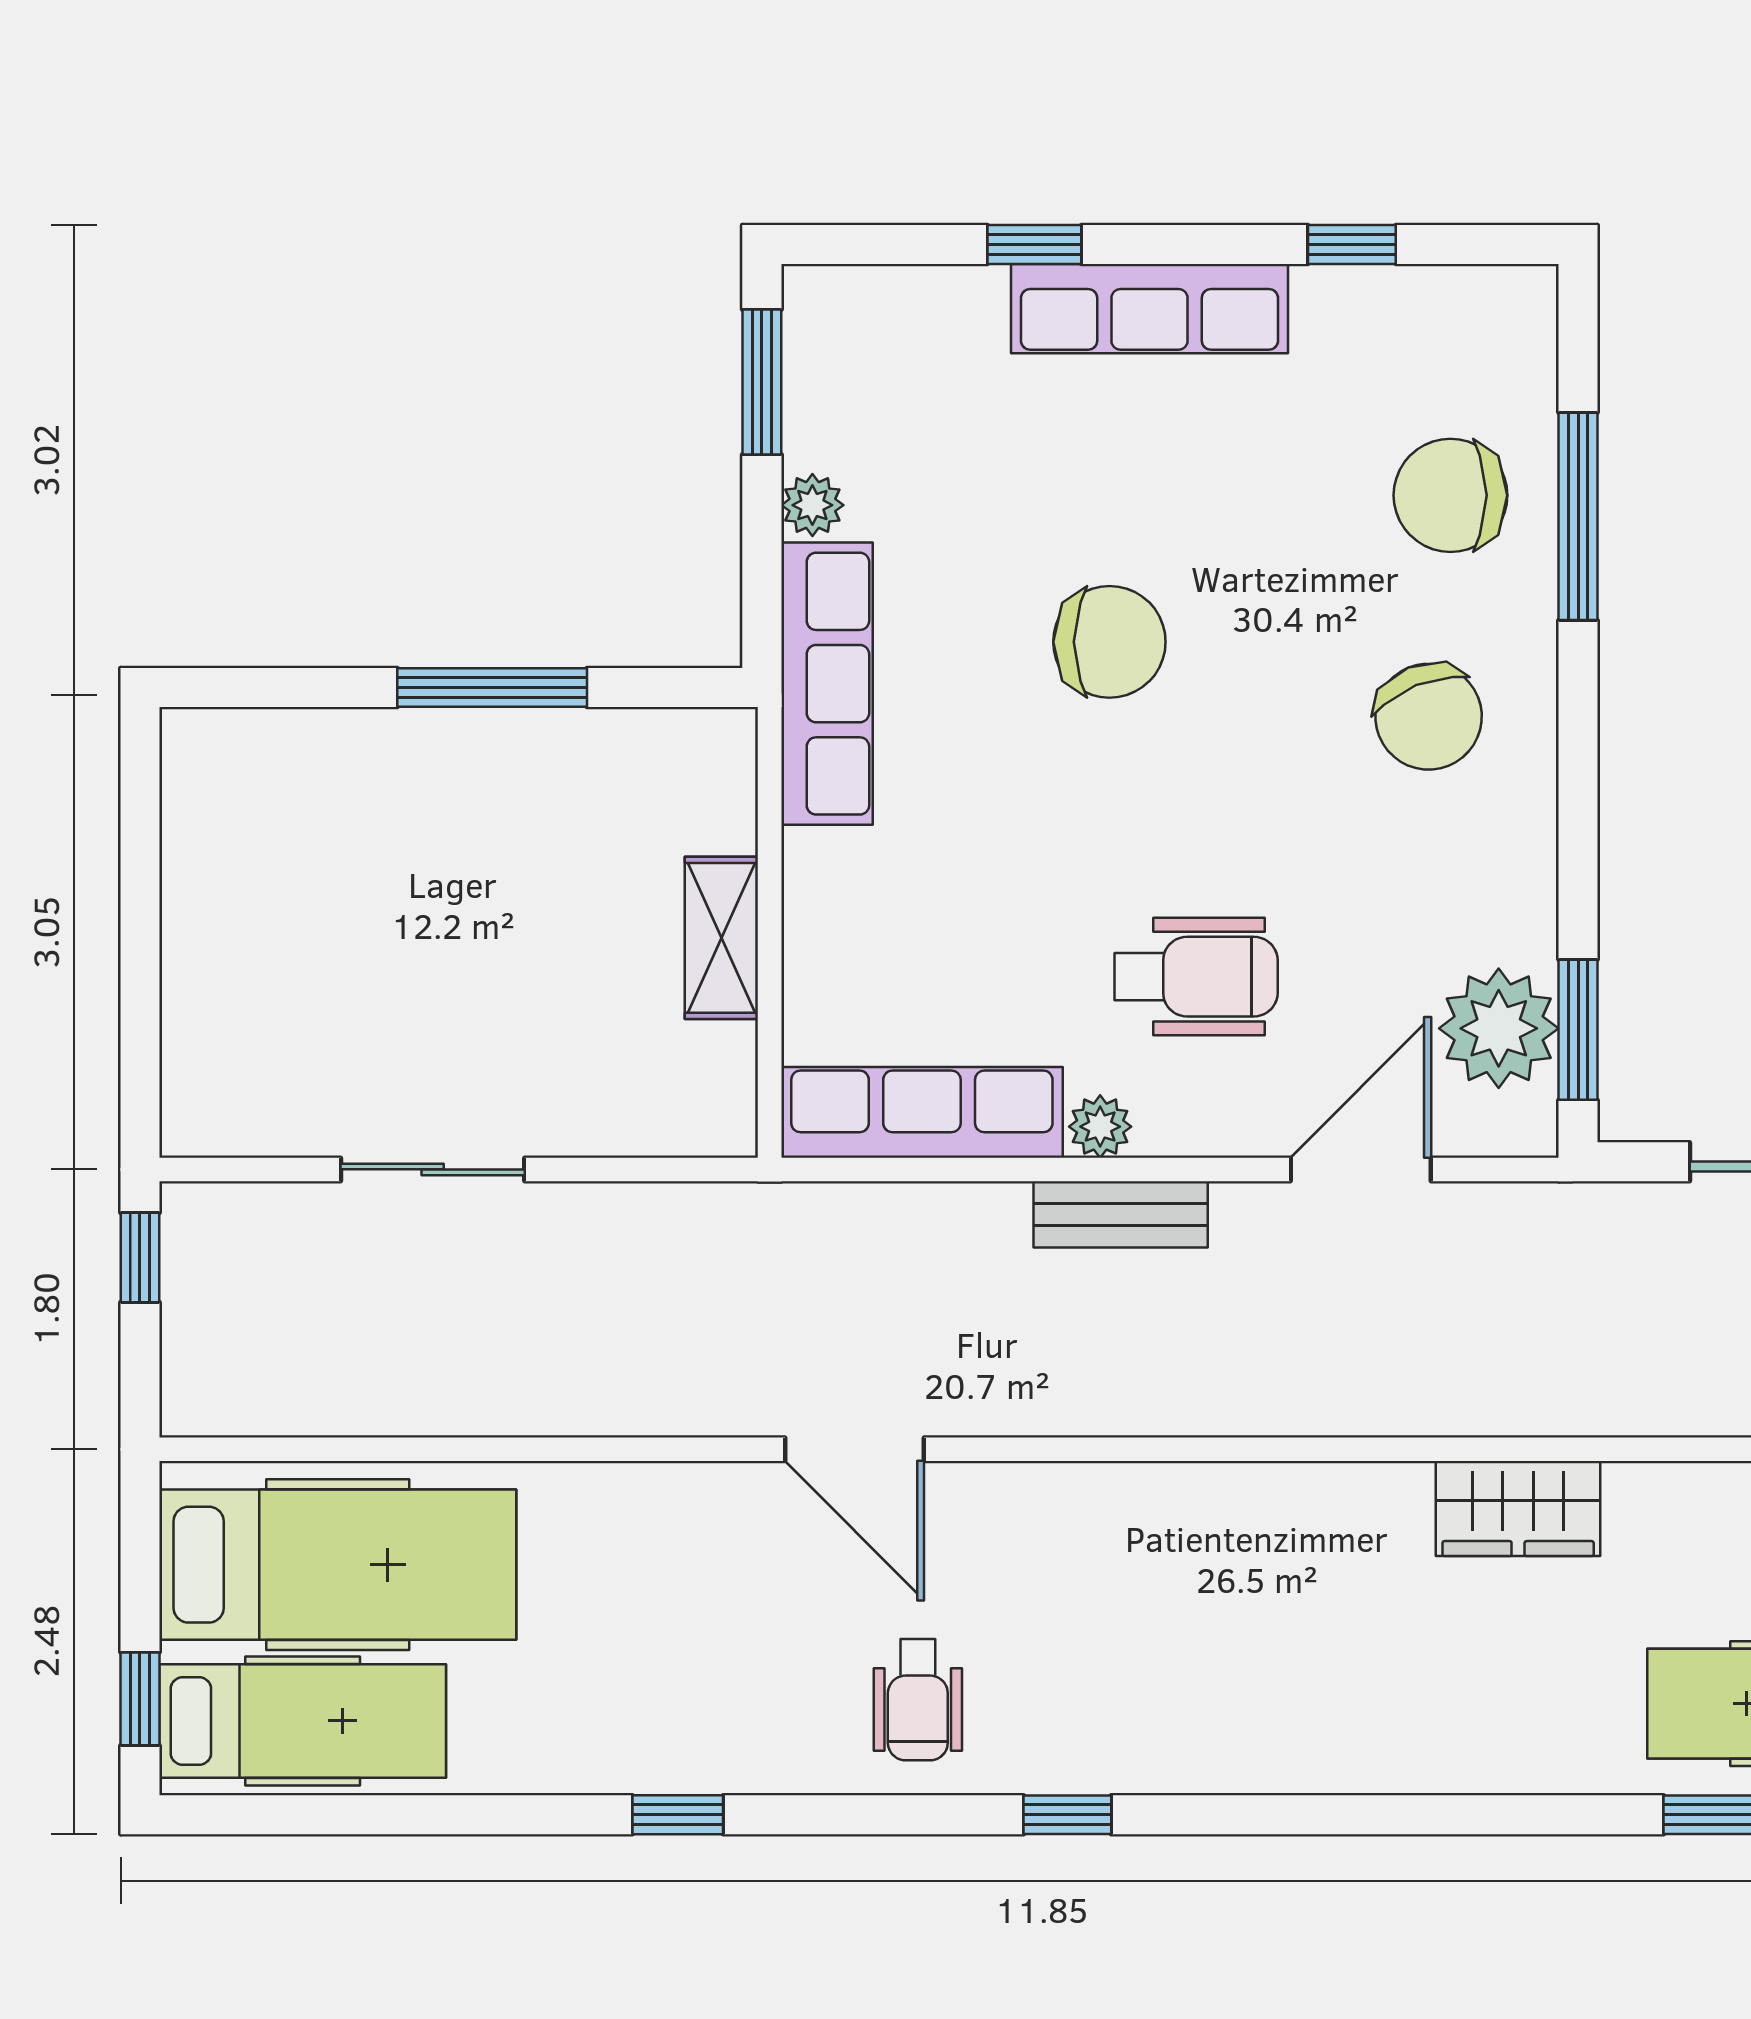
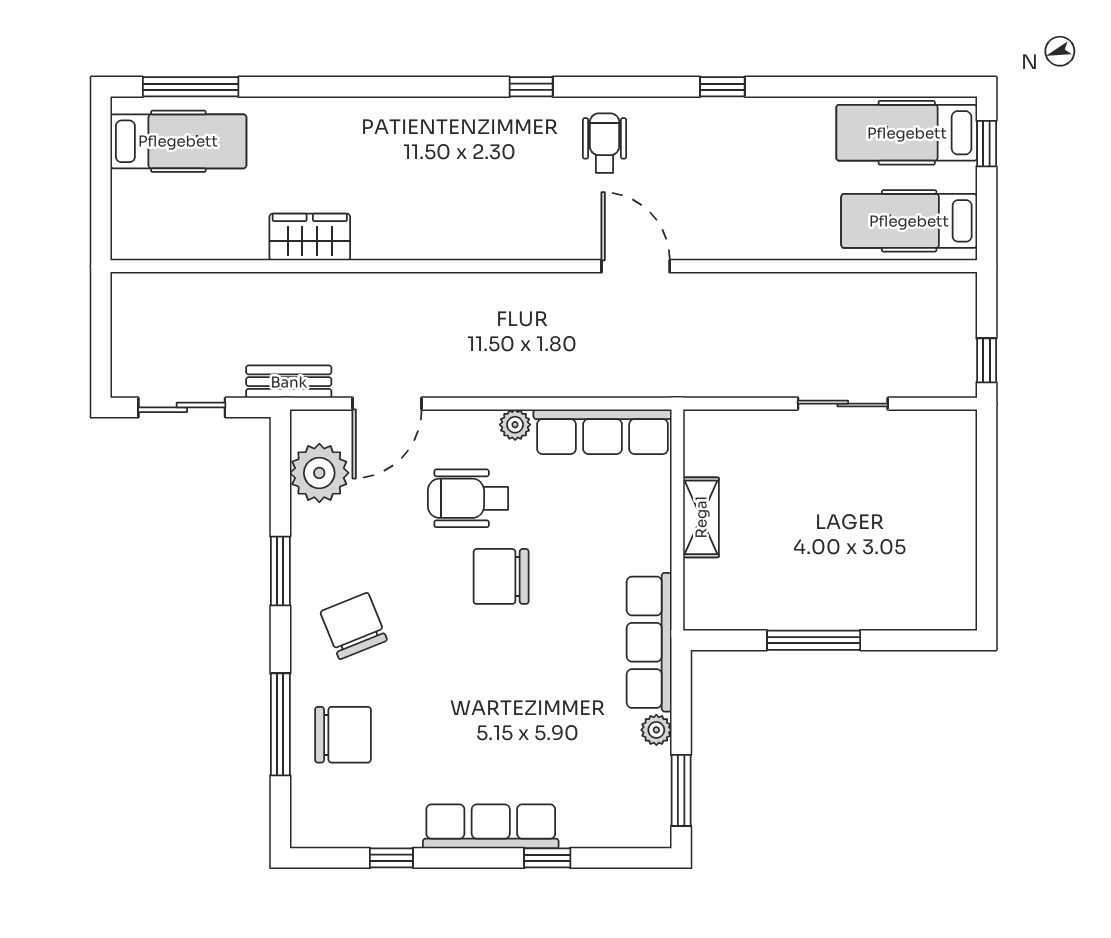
chair: (1109, 642) -> (501, 576), moved
window: (1578, 1030) -> (280, 571), moved
bench: (1121, 1214) -> (289, 382), moved
hospital bed: (338, 1565) -> (909, 221), width x0.73, depth x0.78

